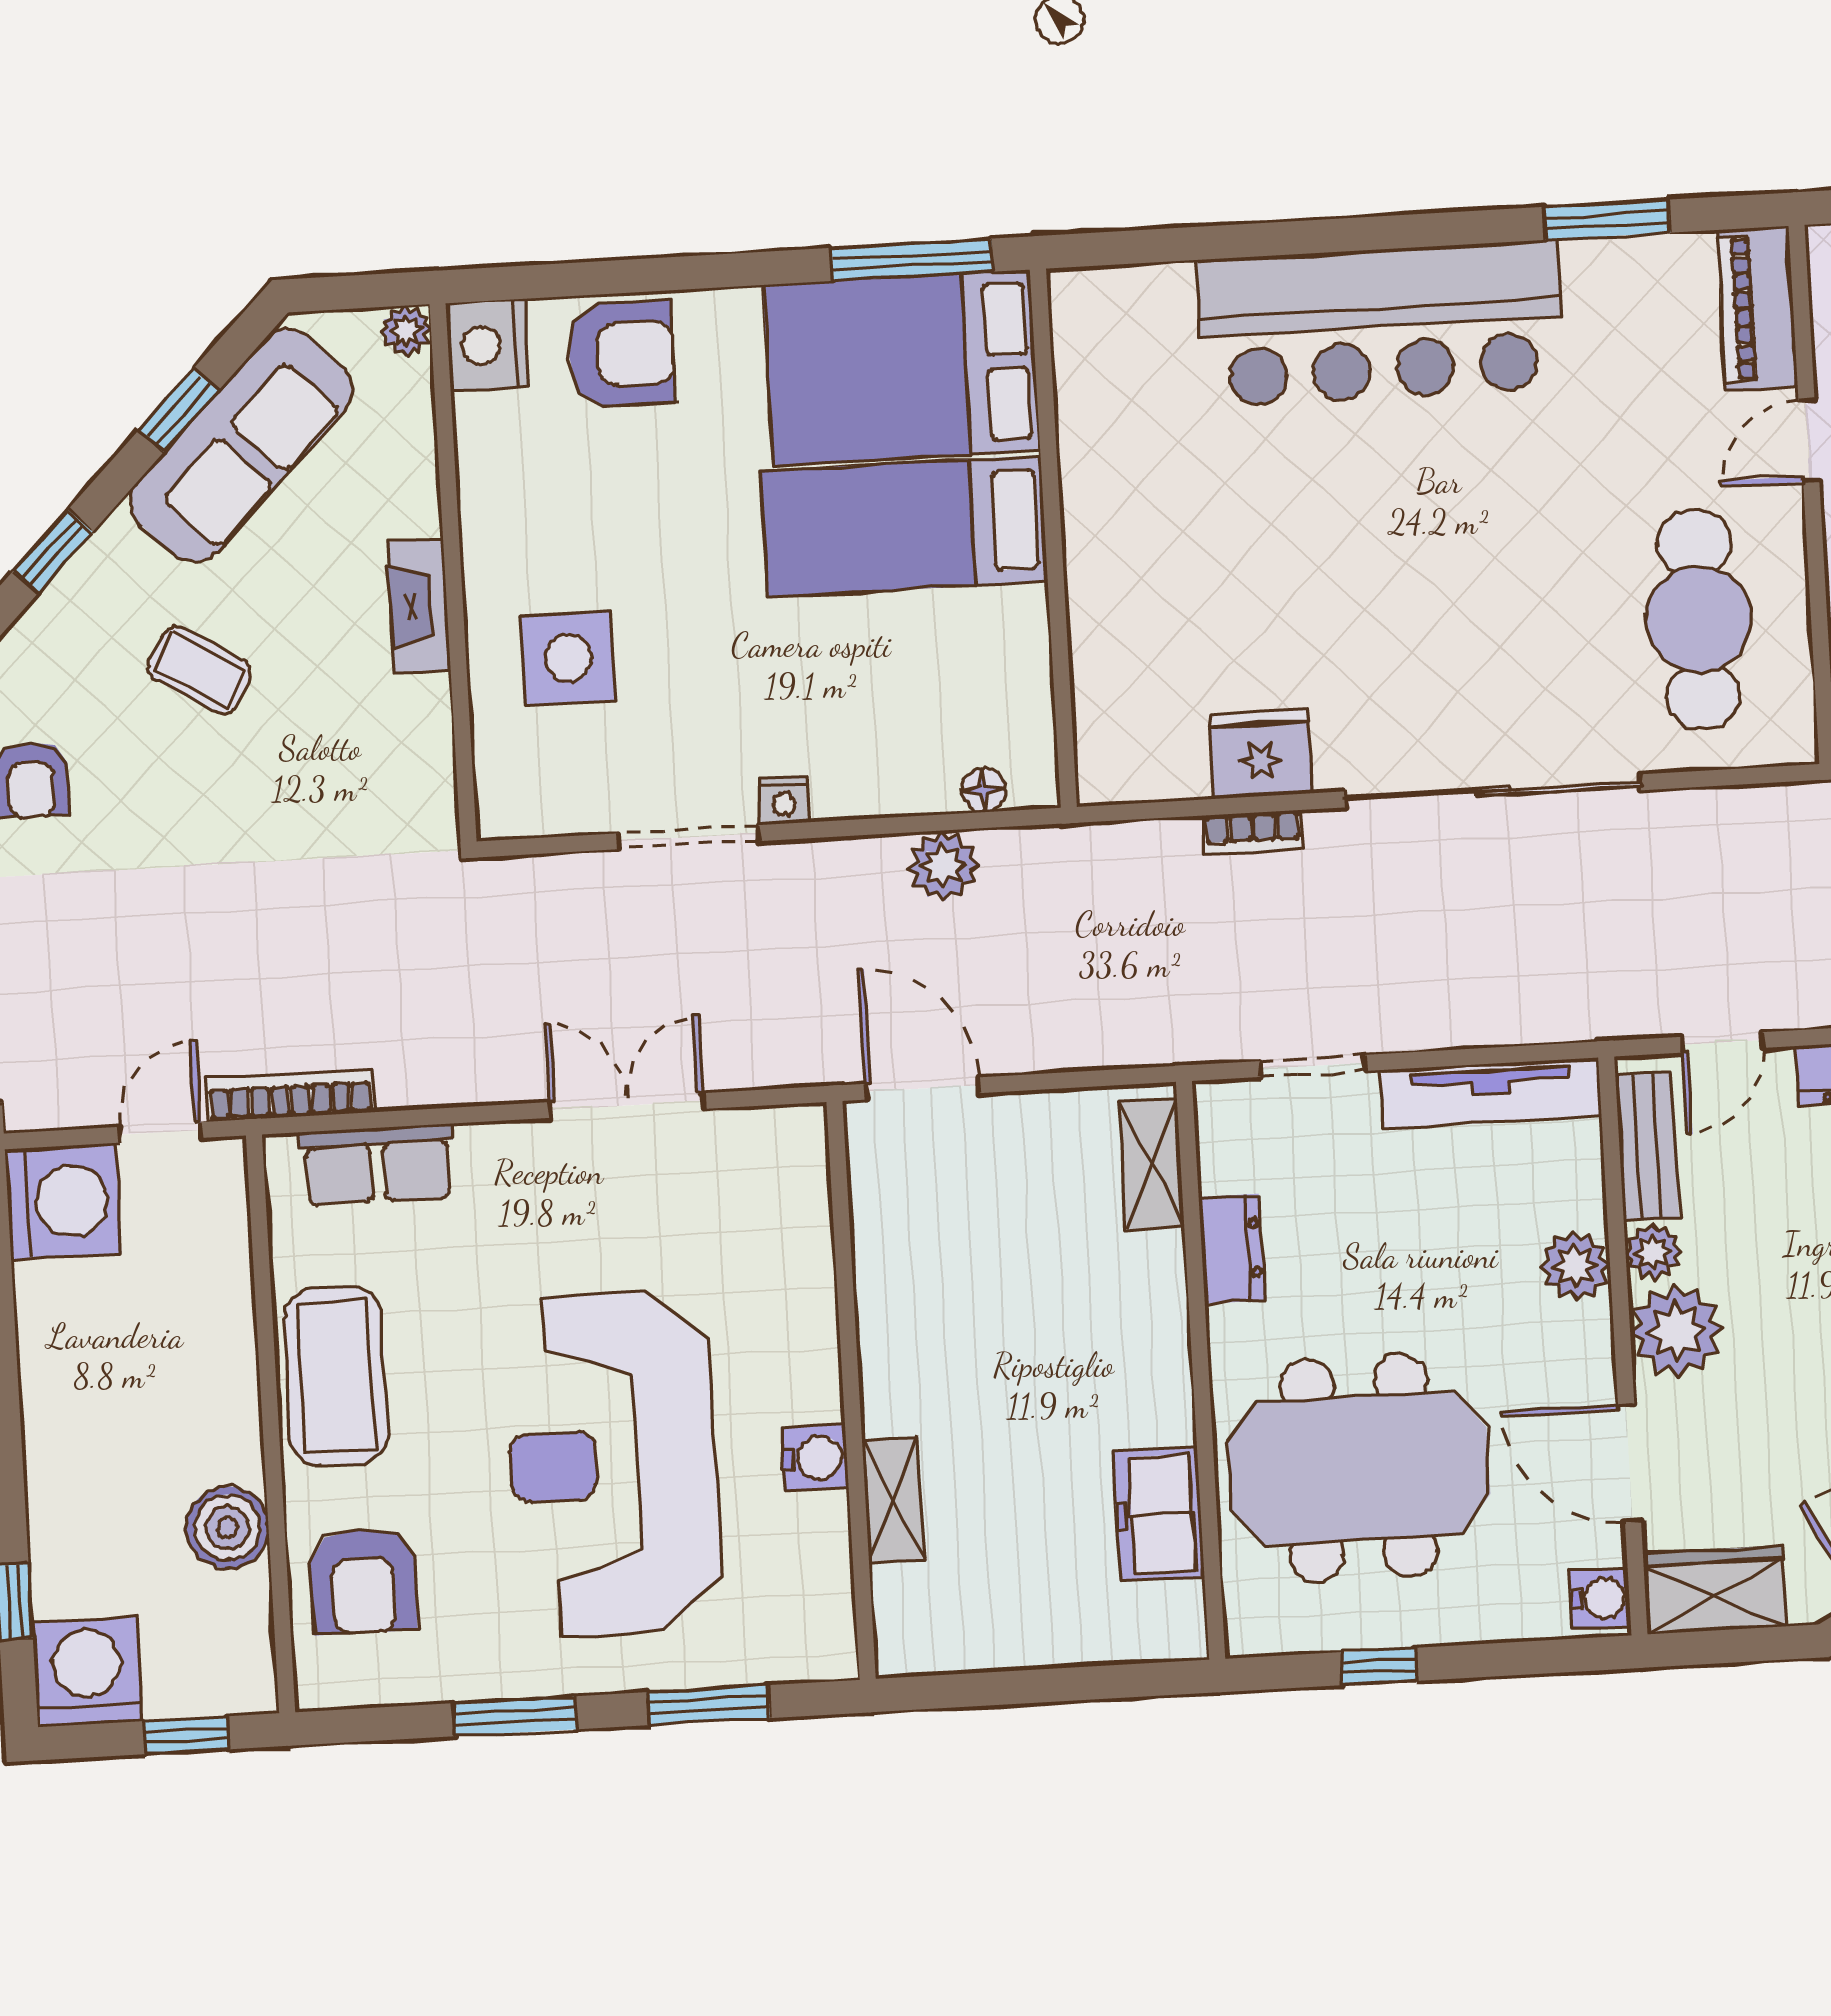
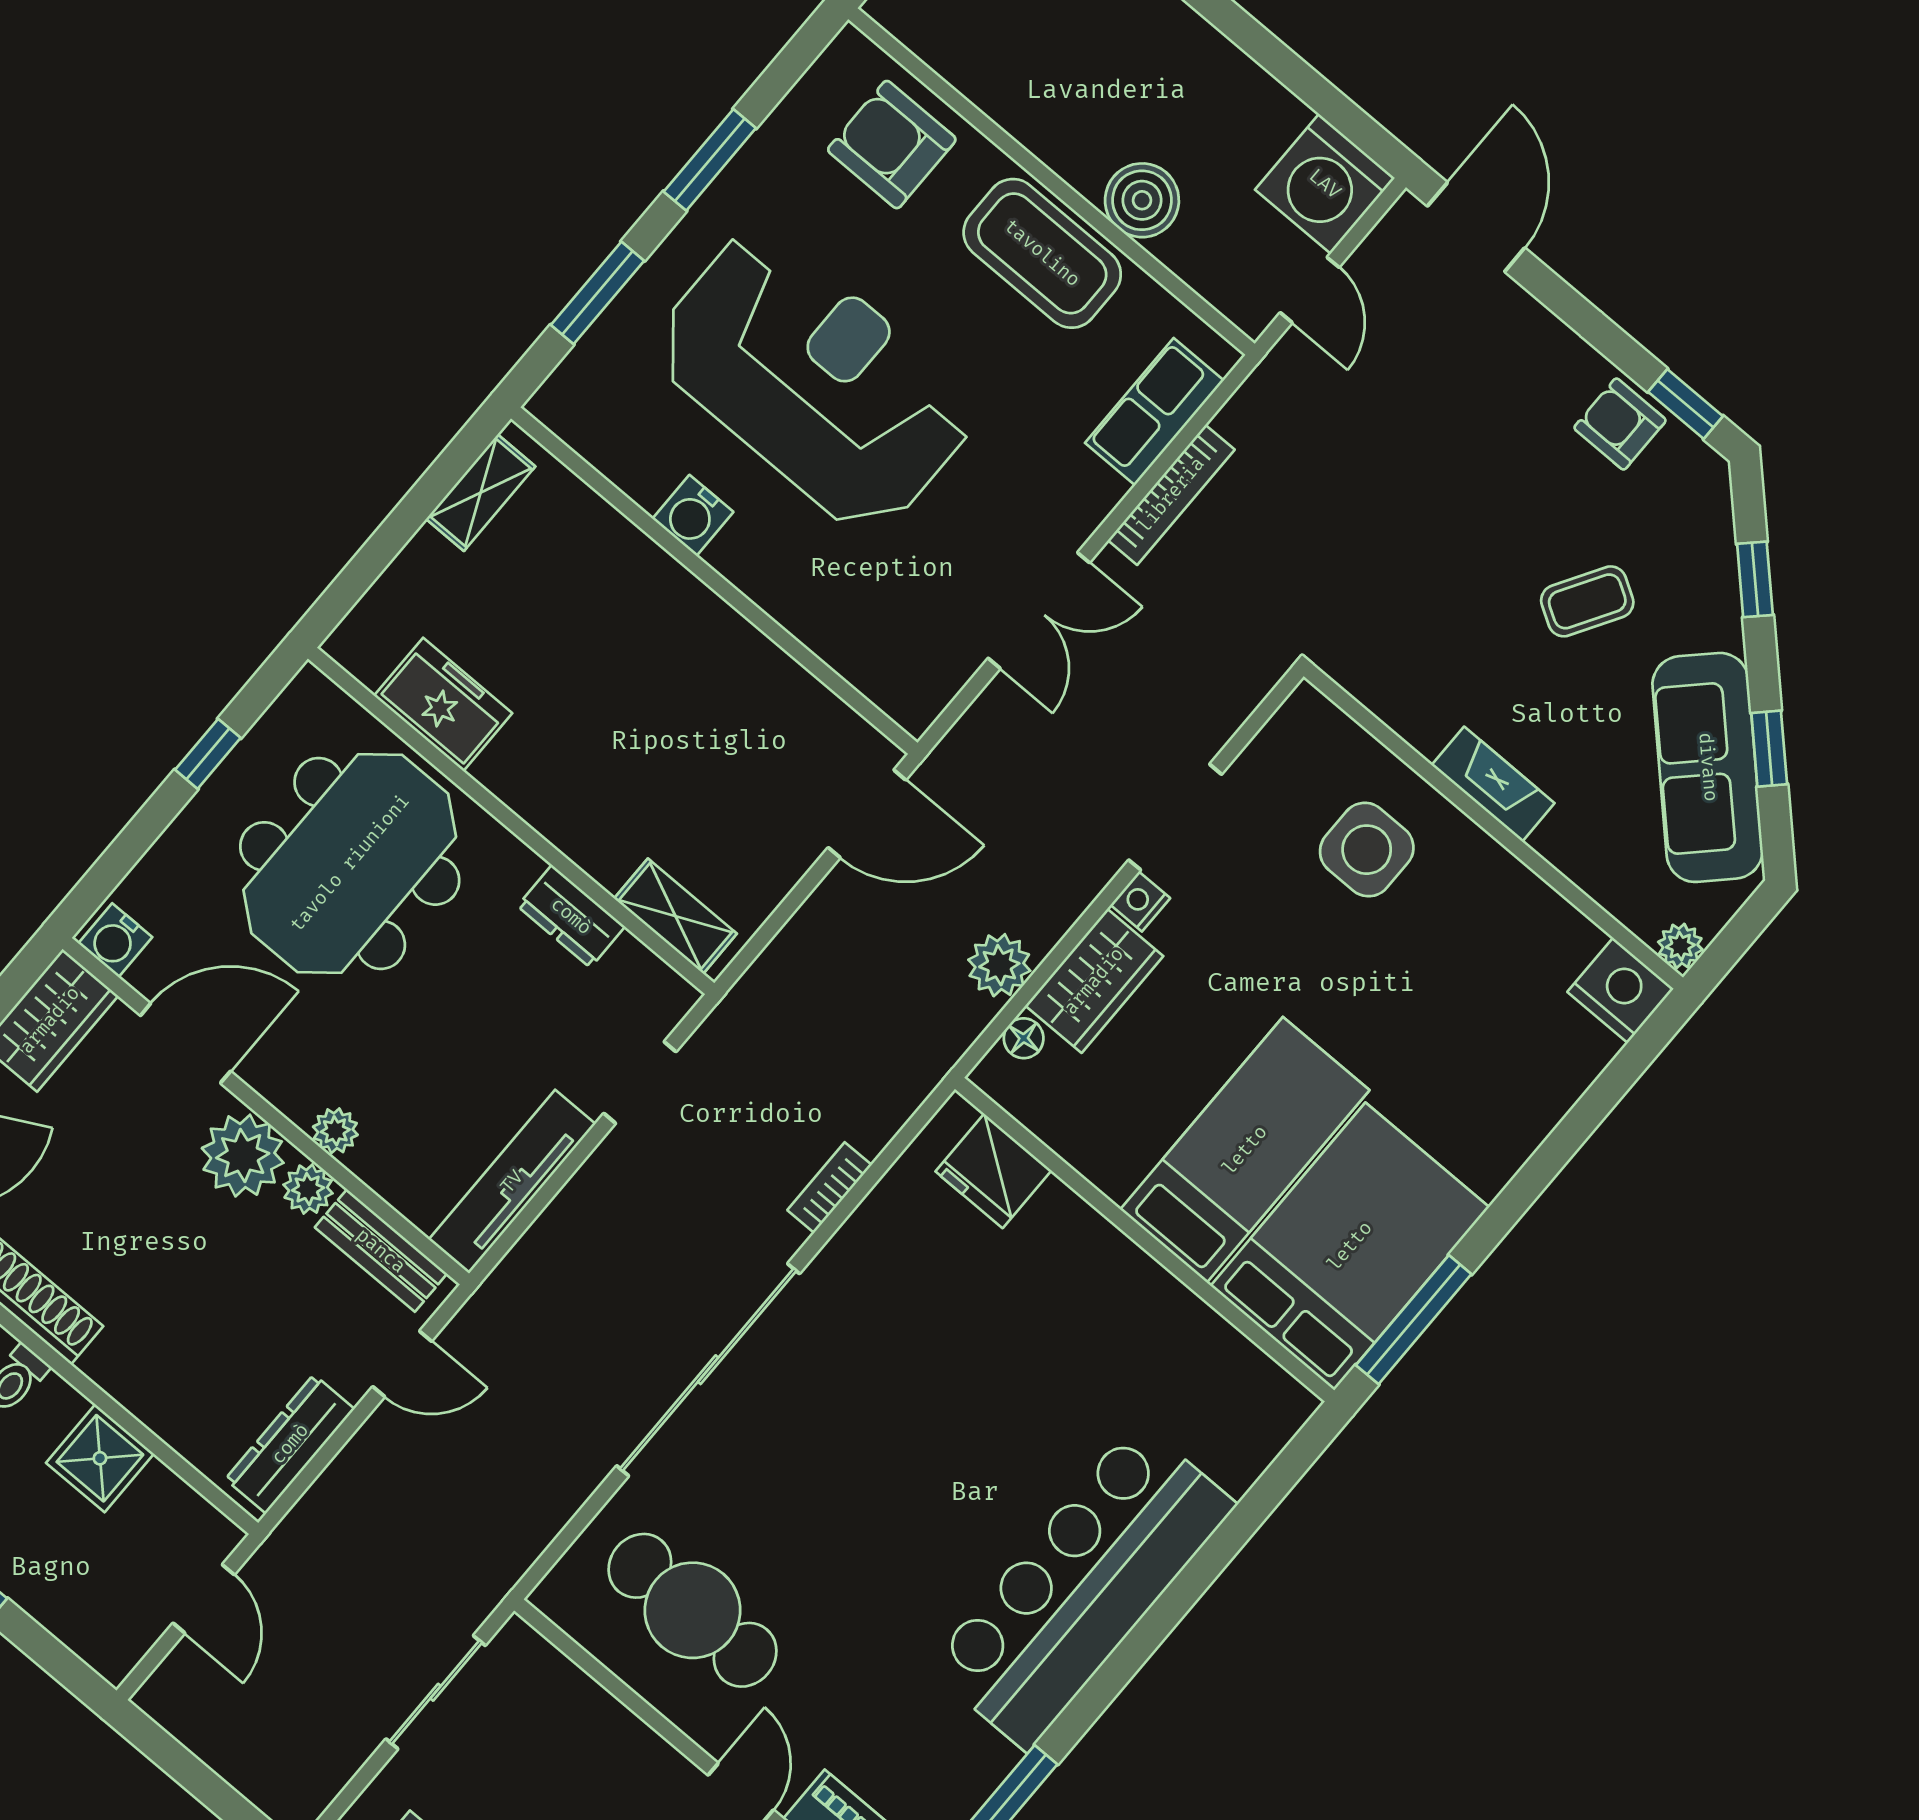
armchair: (621, 354) -> (1532, 1072), removed
fridge: (1261, 754) -> (993, 1171), moved, turned 90
wardrobe: (883, 777) -> (1094, 981), added
door: (1722, 1042) -> (402, 1364), swing flipped
bookcase: (290, 1095) -> (1171, 495), moved
plant: (1575, 1266) -> (335, 1131), width x0.73, depth x0.73
shelving: (893, 1499) -> (481, 493), moved, turned 90
boiler: (227, 1527) -> (1142, 200), moved

